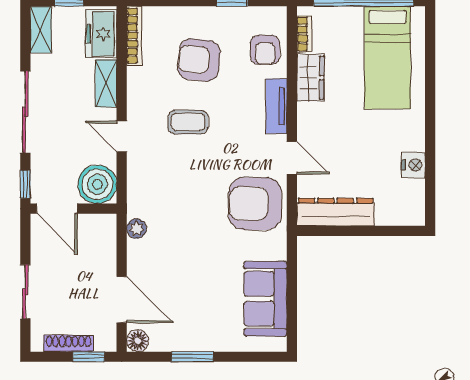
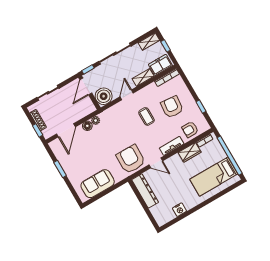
door: (292, 158) -> (156, 163), hinge flipped
floor lamp: (138, 341) -> (87, 126), moved

